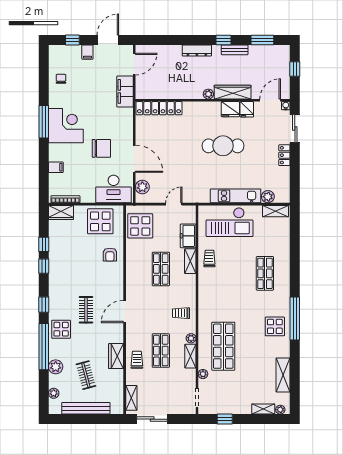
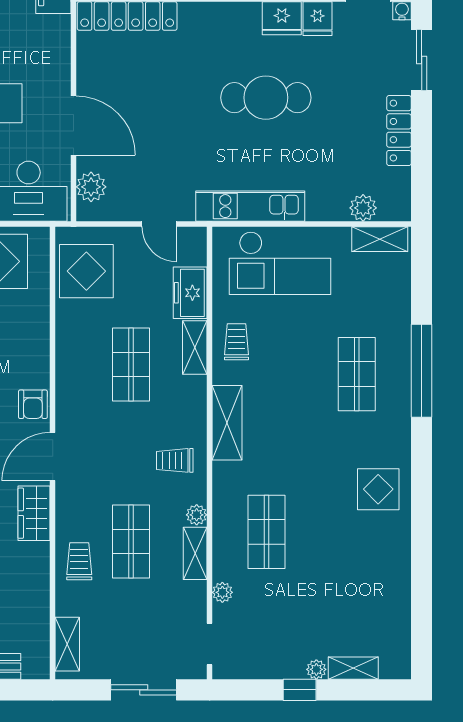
locker: (284, 155) -> (399, 131), width x1.53
kitchen unit: (236, 196) -> (250, 206), moved
door: (174, 204) -> (159, 224), swing flipped
armchair: (110, 255) -> (33, 404), moved
window: (295, 318) -> (422, 371), moved
shop shelf: (223, 346) -> (266, 532), width x0.70, depth x0.74
wardrobe: (116, 356) -> (34, 513), moved
shelving: (283, 375) -> (227, 423), moved
plant: (280, 410) -> (316, 669), moved
sliding door: (152, 419) -> (144, 690), moved
window: (225, 419) -> (300, 690), moved

